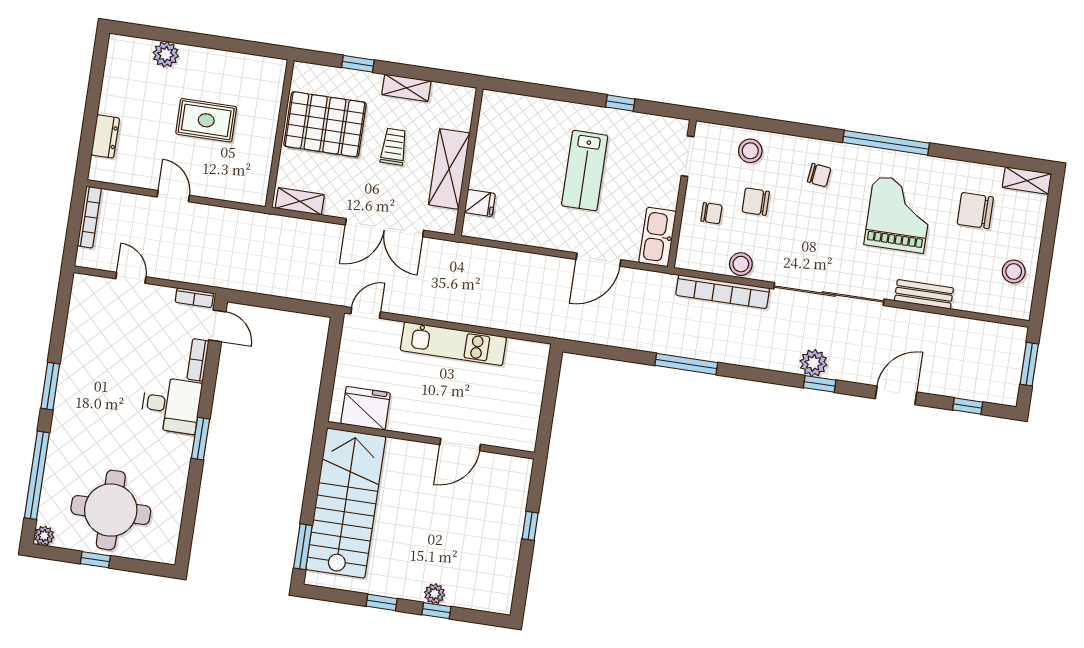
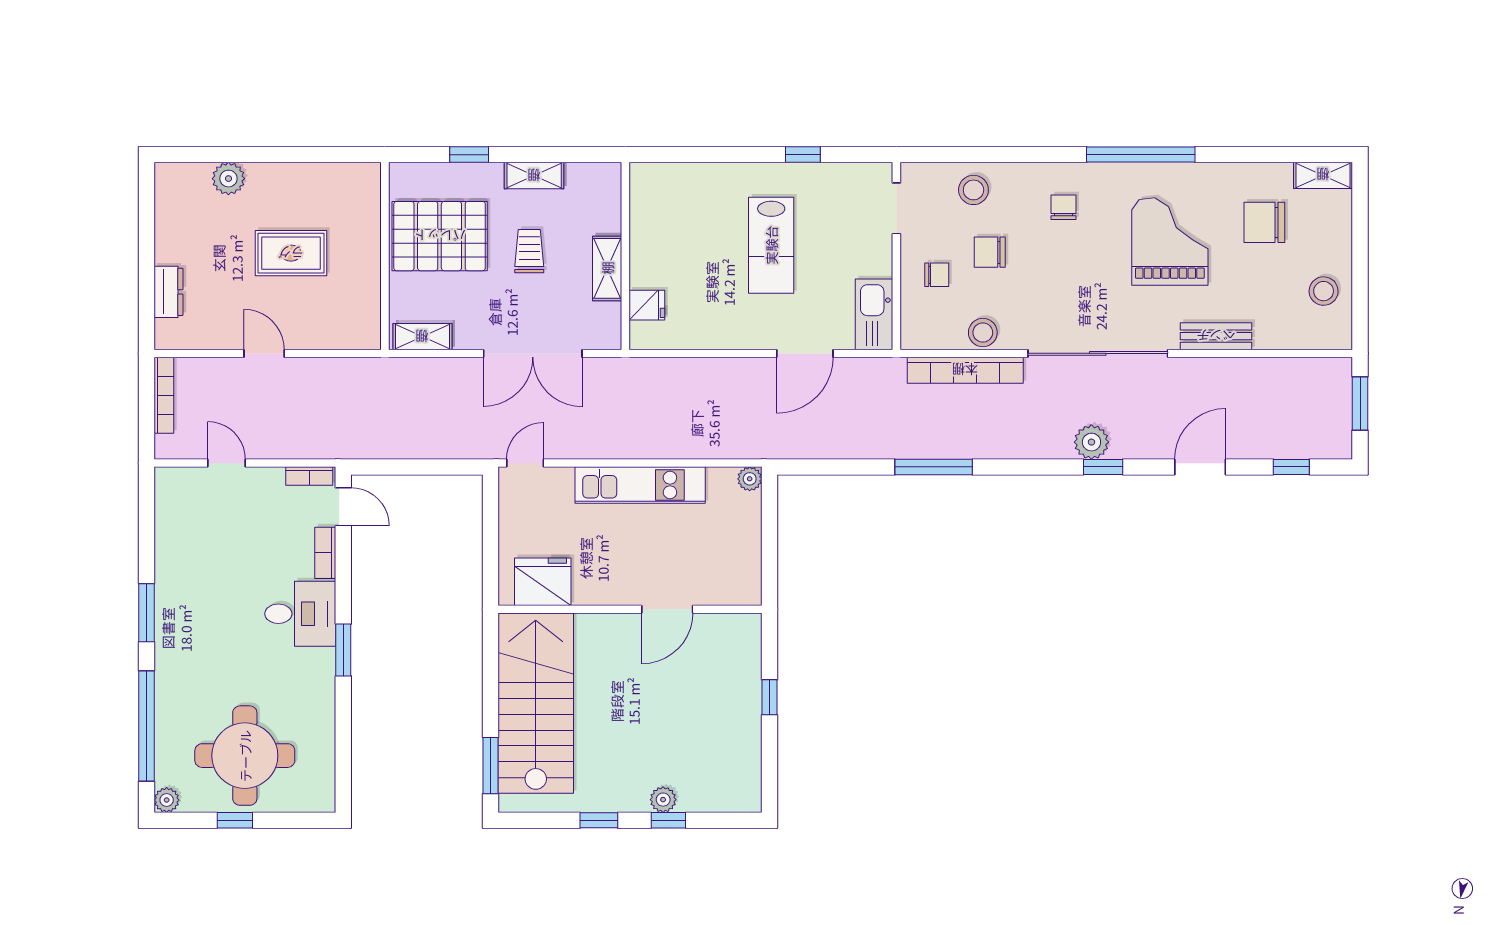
shelving: (449, 169) -> (607, 268), width x0.67, depth x0.75
chair: (819, 175) -> (1064, 207), turned -97
plant: (540, 352) -> (750, 479), added

